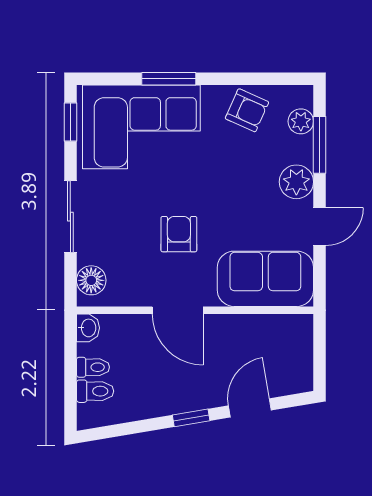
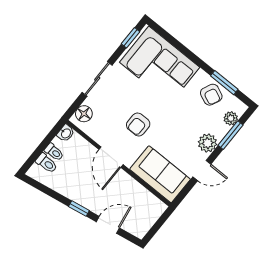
window: (169, 79) -> (224, 83), moved
armchair: (179, 234) -> (138, 124), turned 180

